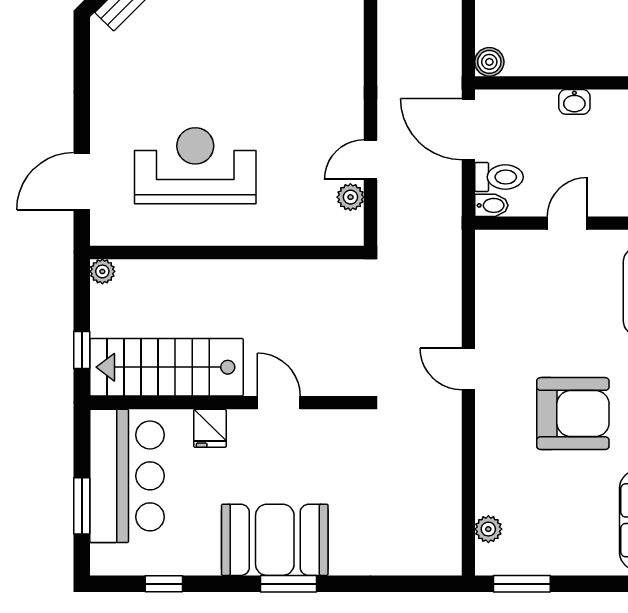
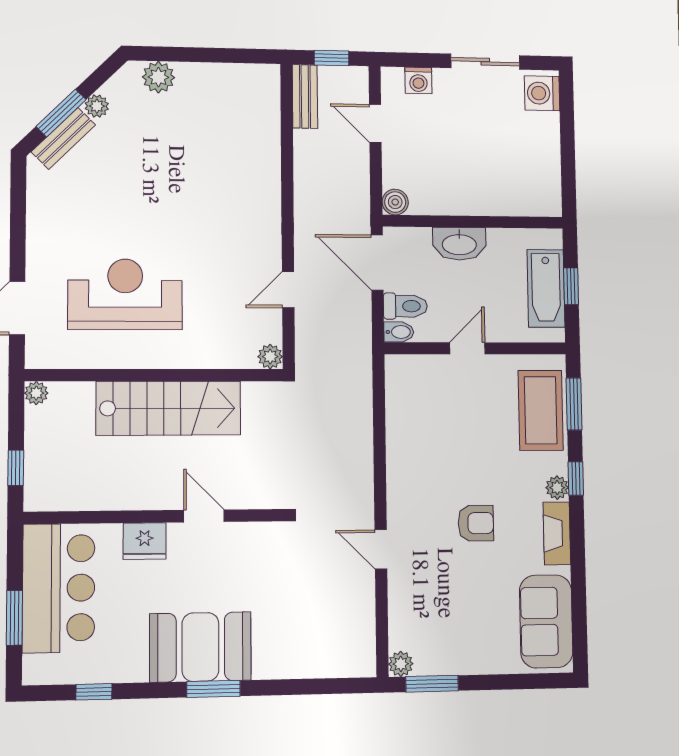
washbasin: (574, 102) -> (459, 244), width x1.91, depth x1.45
plant: (350, 197) -> (270, 357), moved
stairs: (166, 367) -> (168, 408), moved, turned 180
door: (468, 369) -> (381, 549), moved
armchair: (573, 414) -> (476, 523), width x0.53, depth x0.53
fridge: (210, 428) -> (145, 541), width x1.38
plant: (488, 529) -> (401, 664), moved

